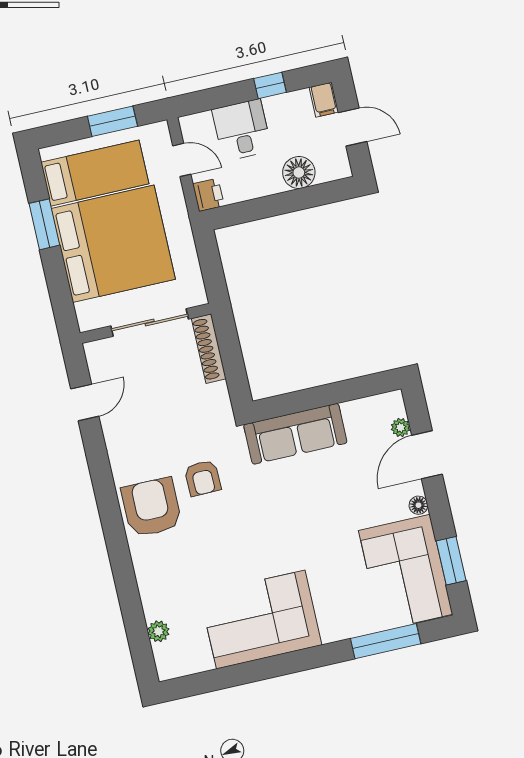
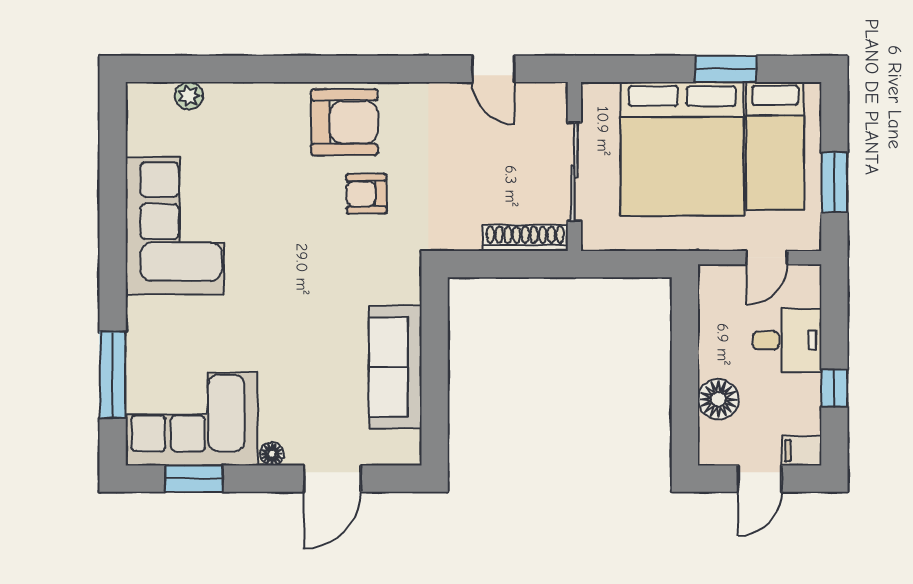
printer: (208, 195) -> (716, 281), removed
plant: (401, 427) -> (373, 453), removed
sofa: (295, 434) -> (395, 367), moved
door: (427, 455) -> (332, 479), swing flipped

